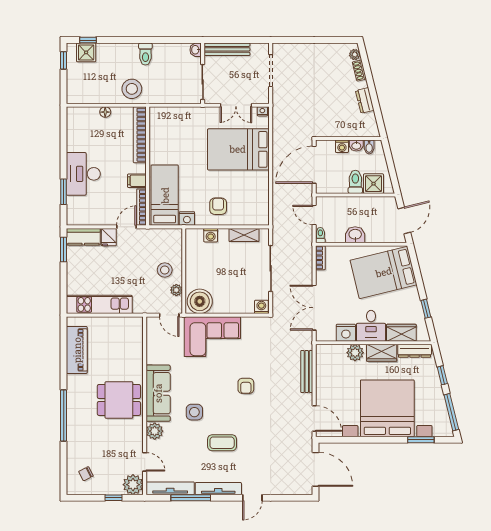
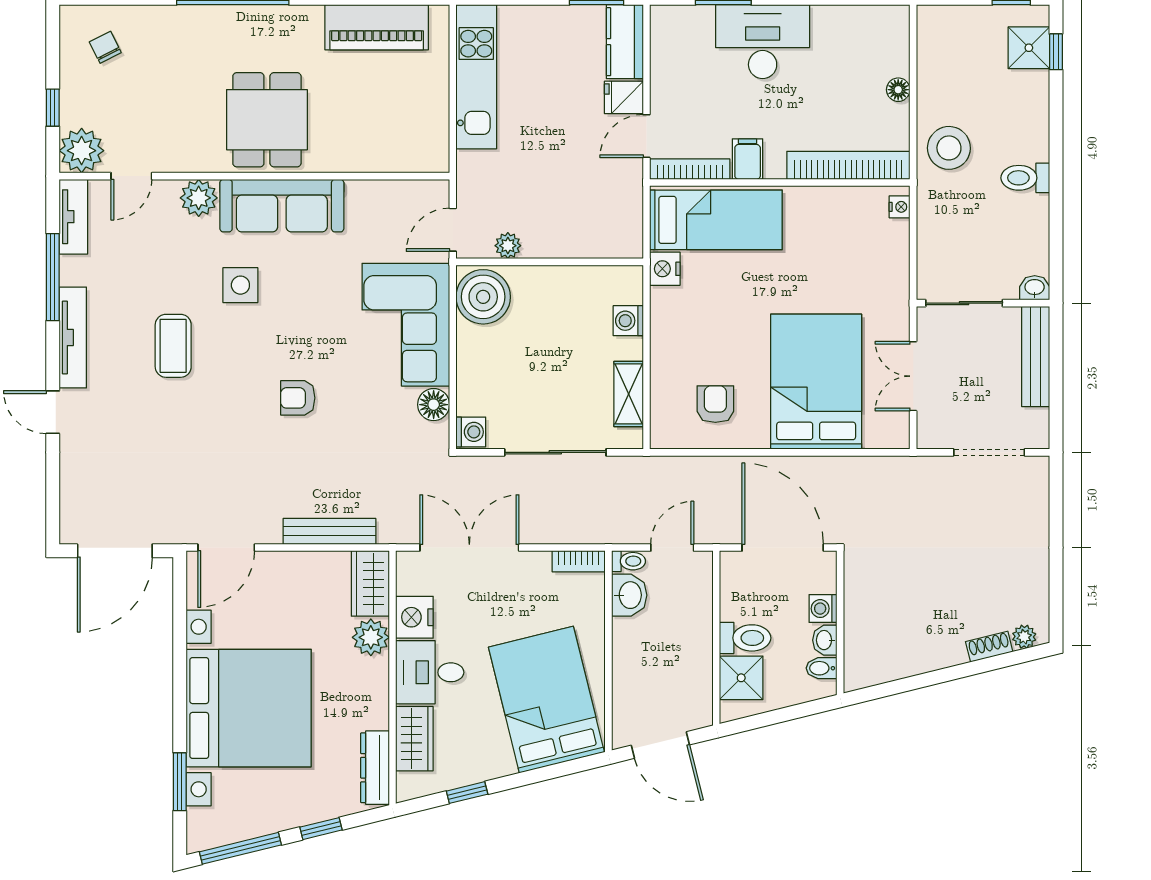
dresser: (365, 100) -> (924, 659), removed
nightstand: (262, 111) -> (900, 207), moved
armchair: (218, 206) -> (715, 404), moved, turned -90
door: (126, 227) -> (646, 136), swing flipped
washbasin: (355, 235) -> (629, 595), moved
stool: (165, 270) -> (552, 220), removed
floor lamp: (249, 324) -> (434, 405), added
wardrobe: (382, 353) -> (370, 583), moved
tv unit: (170, 488) -> (73, 217), width x0.71

